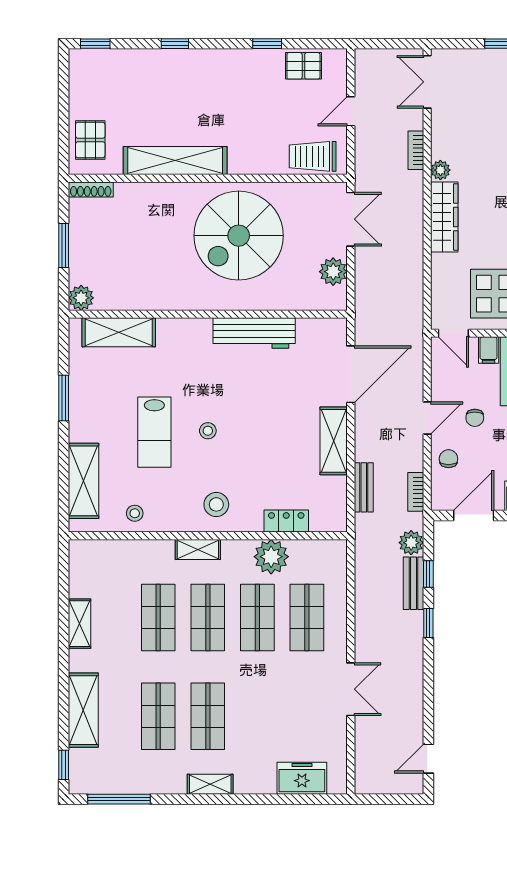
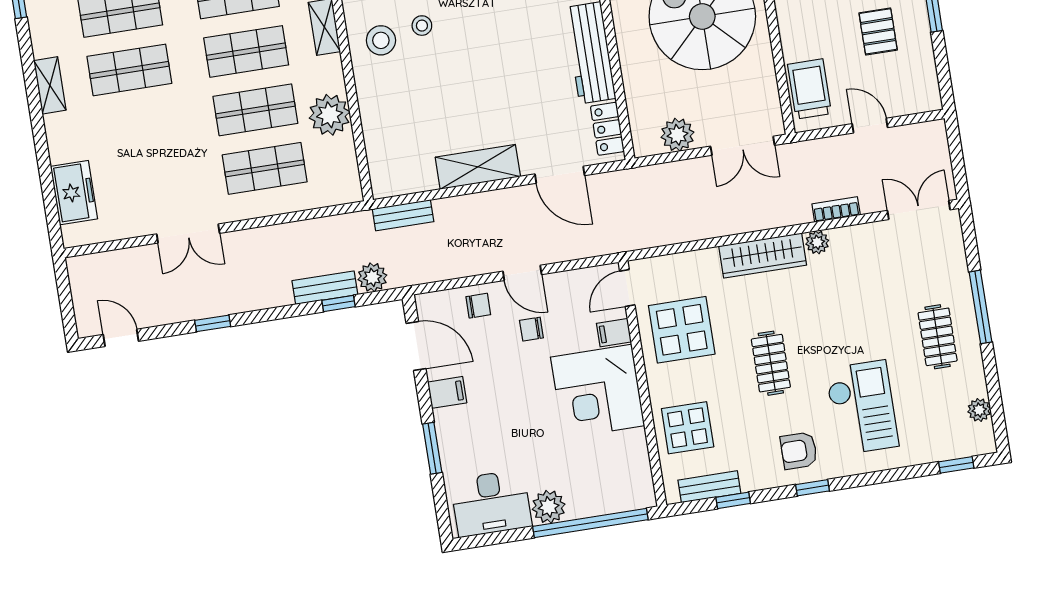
pallet: (303, 66) -> (878, 31), moved
door: (351, 374) -> (560, 175), width x0.73
stool: (208, 431) -> (422, 26), moved
bench: (364, 487) -> (403, 215), moved
bookcase: (416, 492) -> (433, 273), removed
locker: (286, 521) -> (607, 129), moved, turned 180
window: (428, 623) -> (213, 323), moved

